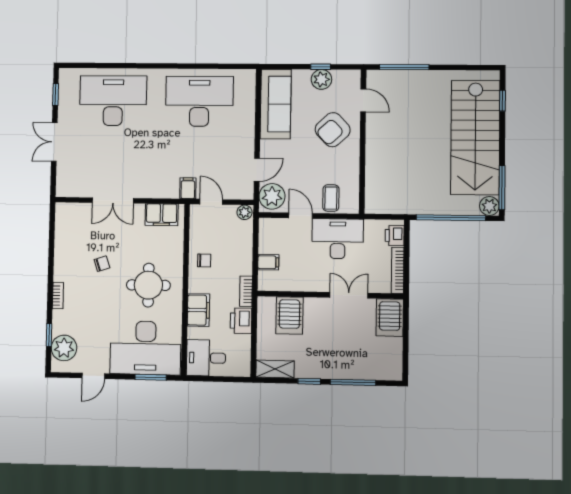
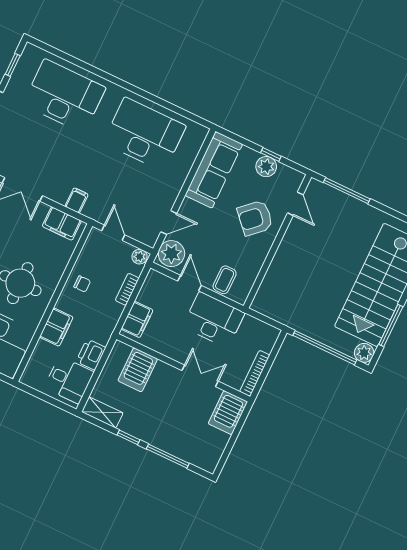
filing cabinet: (188, 188) -> (77, 200), moved
window: (502, 188) -> (391, 325), moved
printer: (395, 236) -> (267, 341), removed
filing cabinet: (268, 262) -> (137, 319), width x2.00
bookcase: (246, 291) -> (127, 289), moved
desk: (206, 358) -> (69, 380), moved, turned 180

